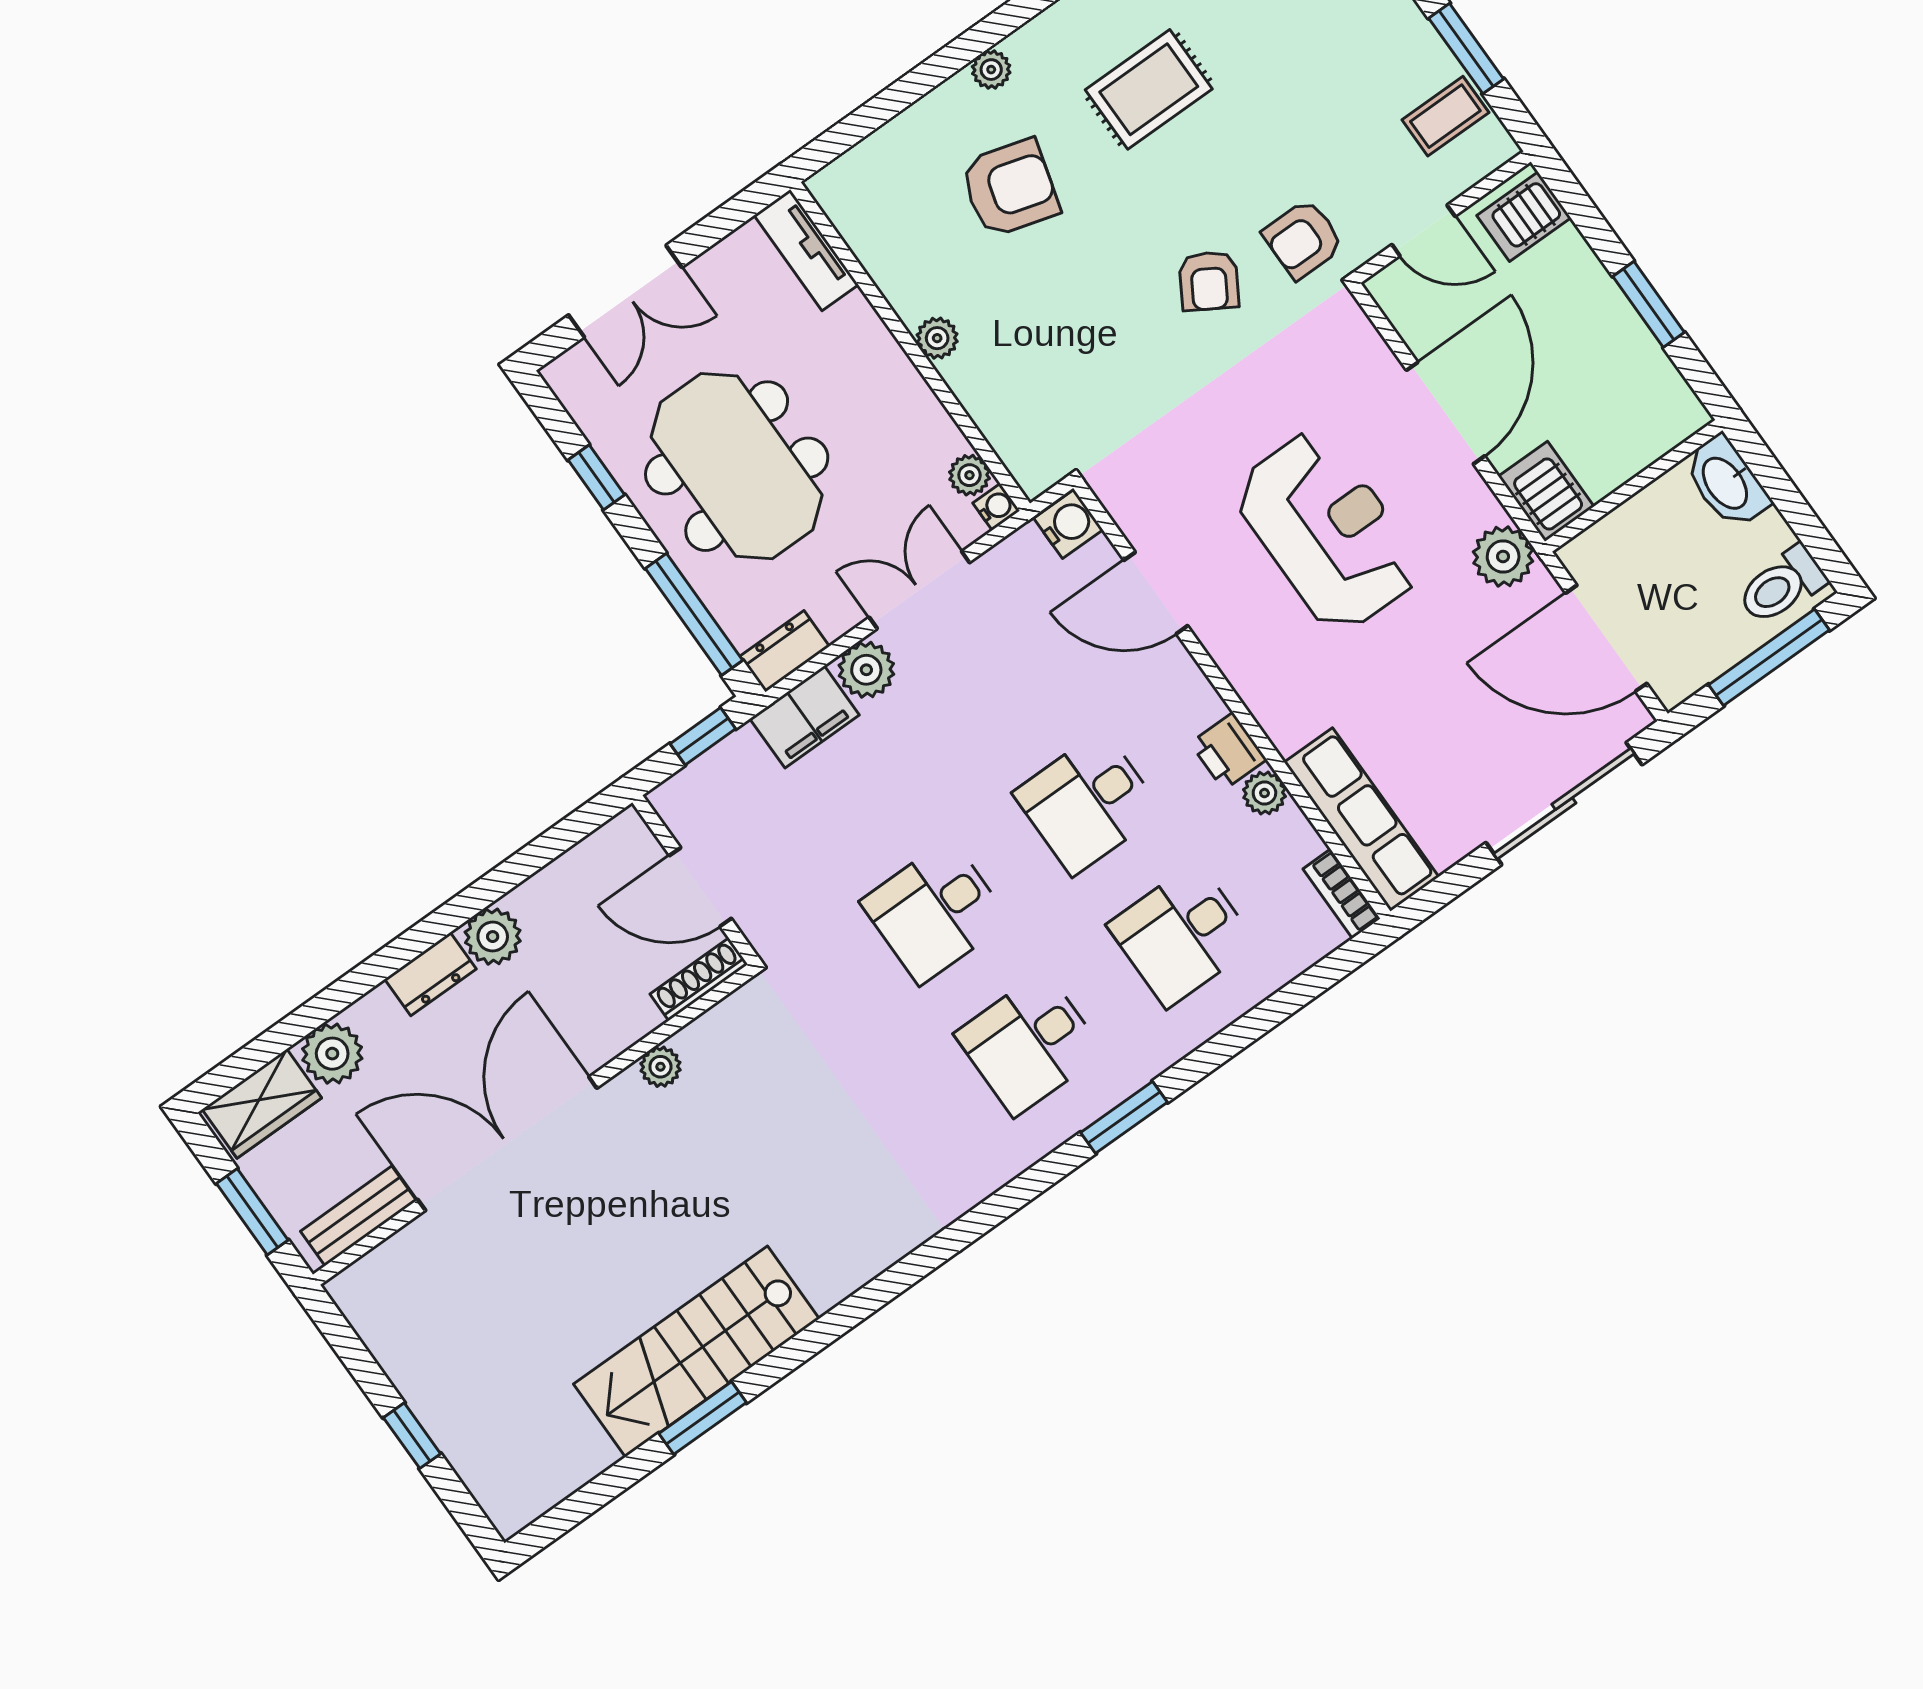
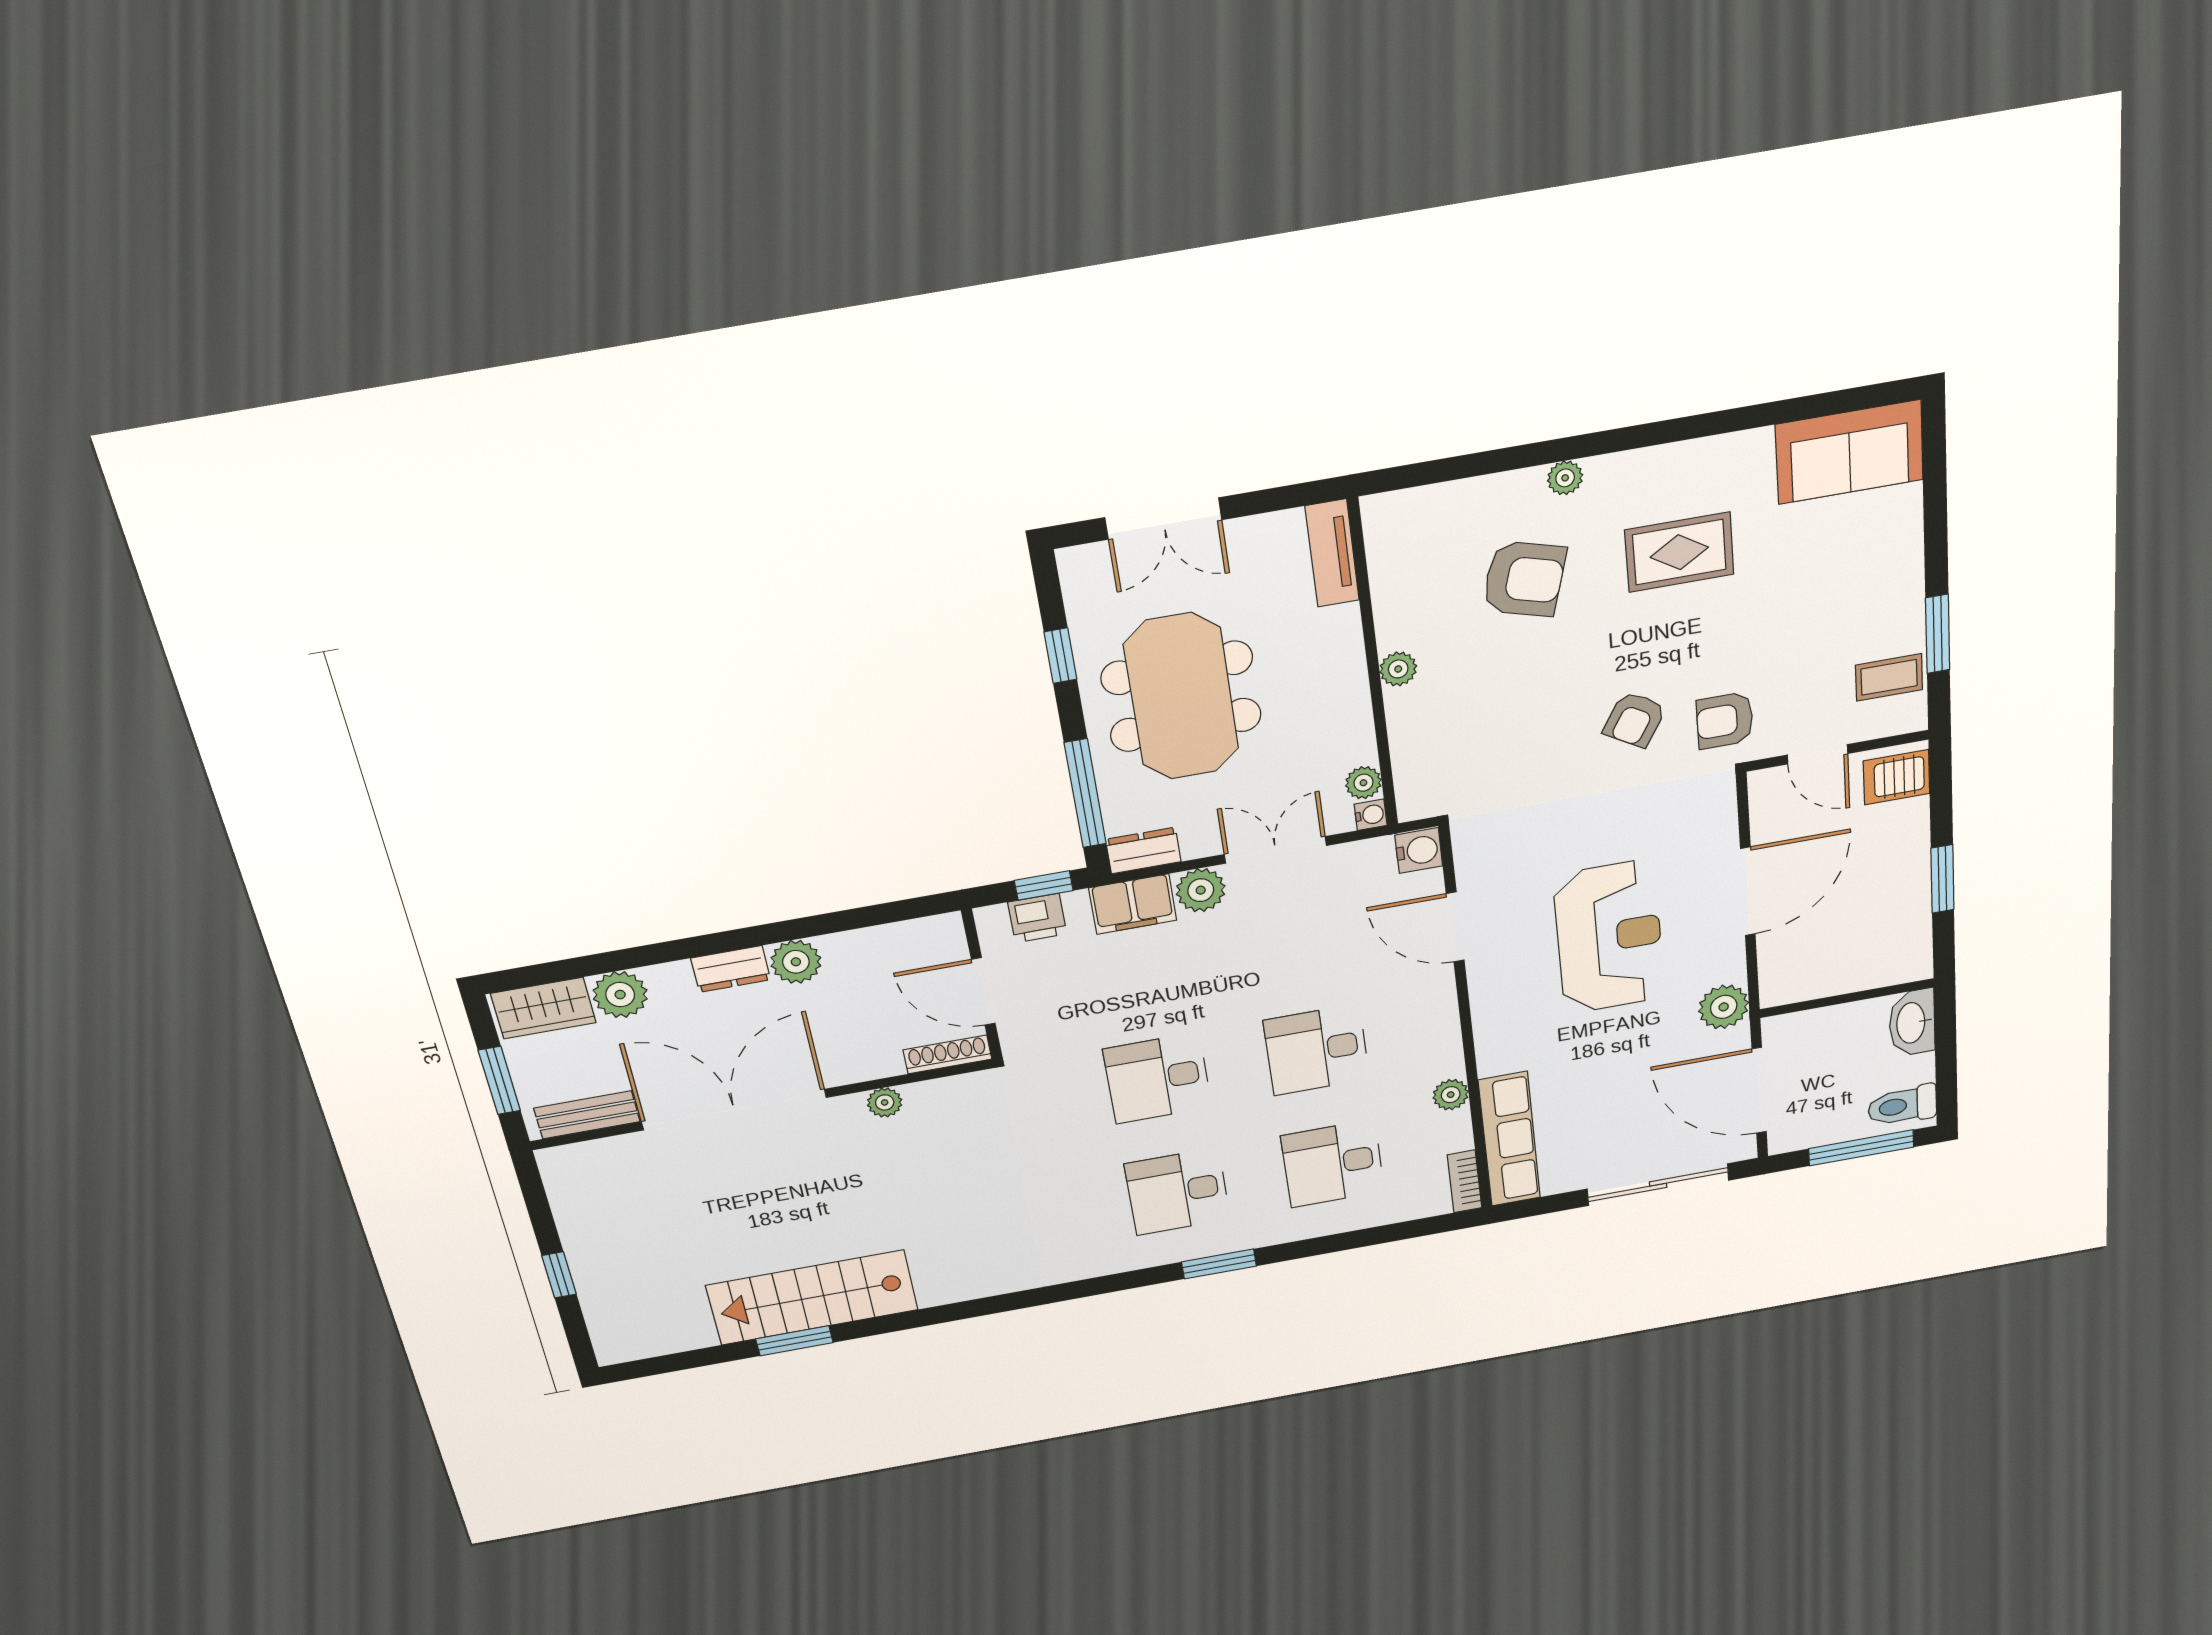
server rack: (1546, 491) -> (1783, 976), removed
printer: (1228, 751) -> (1037, 918), moved, turned -90

